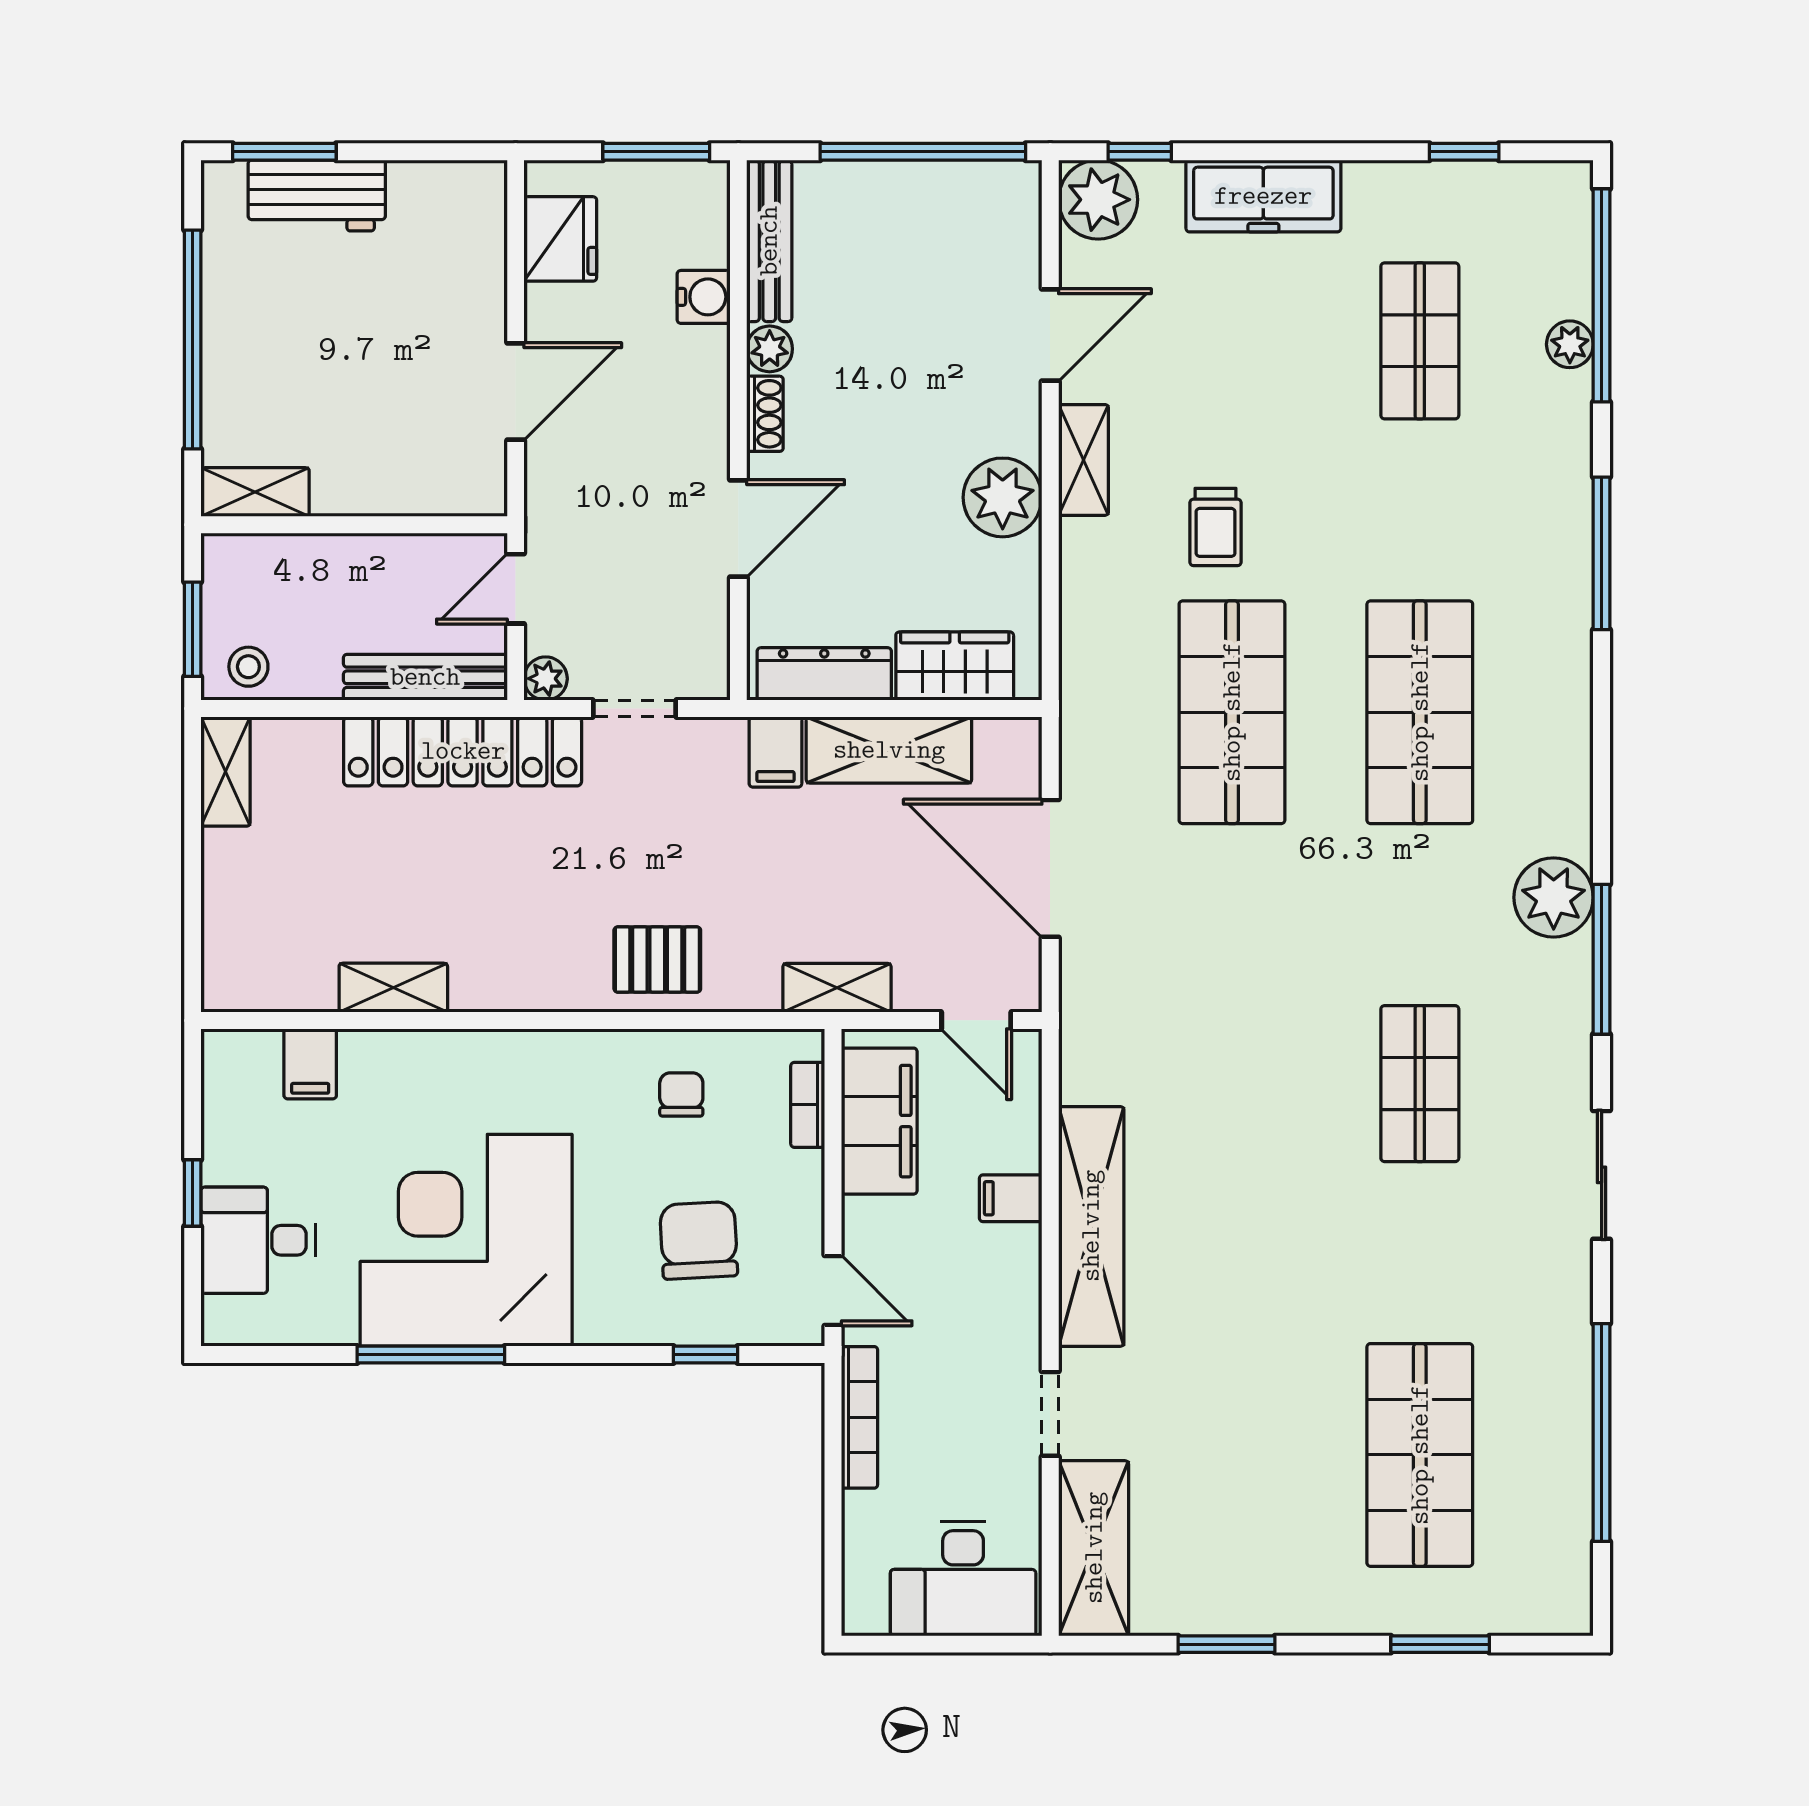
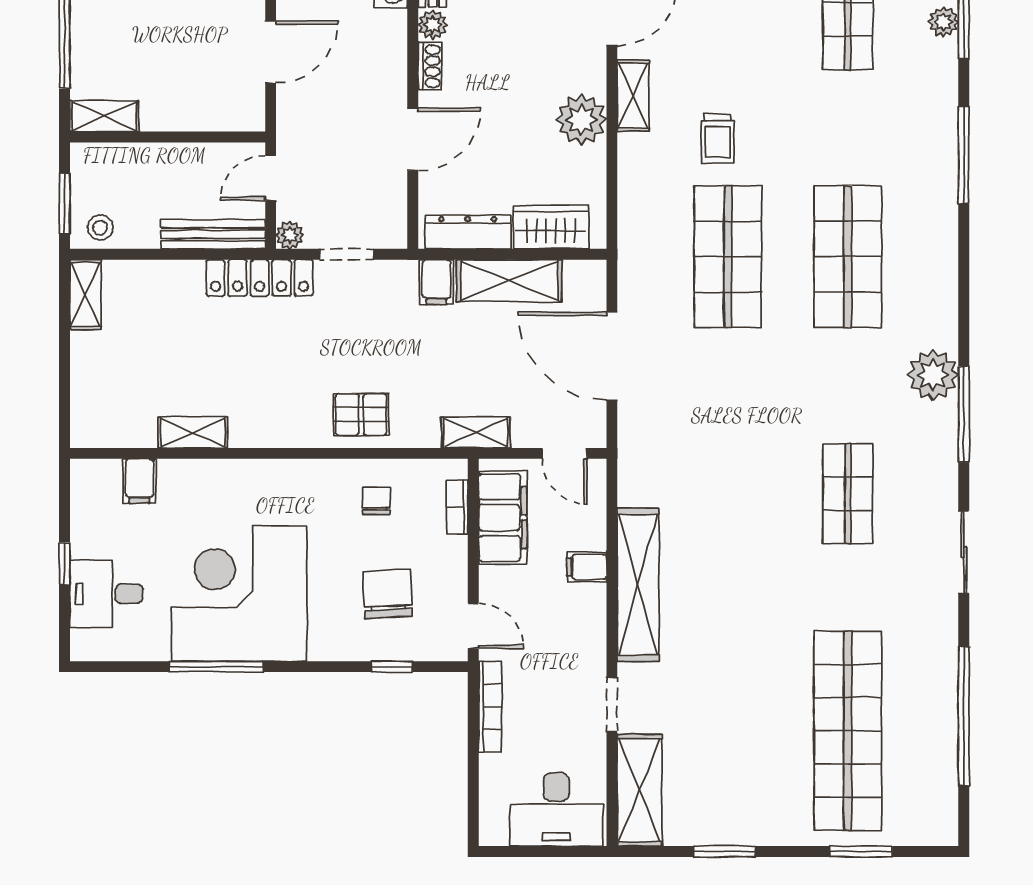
locker: (463, 751) -> (260, 278), width x0.71, depth x0.83
shop shelf: (1420, 1455) -> (848, 731), width x1.40

